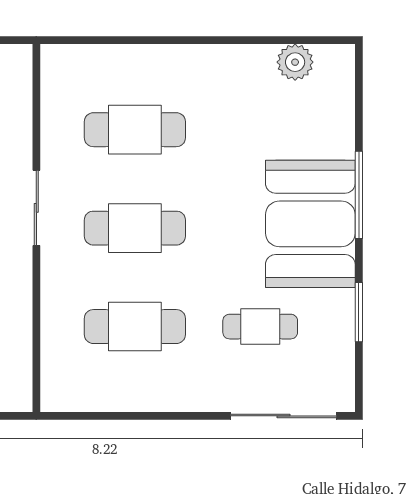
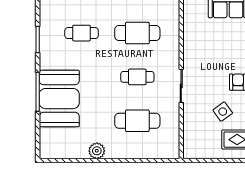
plant: (295, 62) -> (97, 151), moved
booth: (310, 224) -> (59, 99), moved
cafe table: (135, 228) -> (137, 77), width x0.73, depth x0.74

